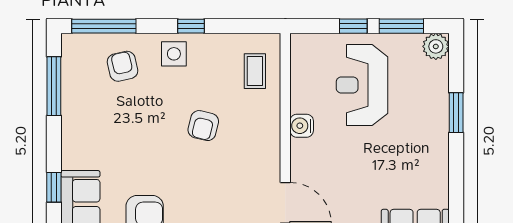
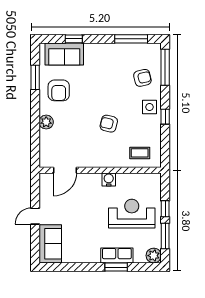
row of seats: (436, 111) -> (117, 255), added

